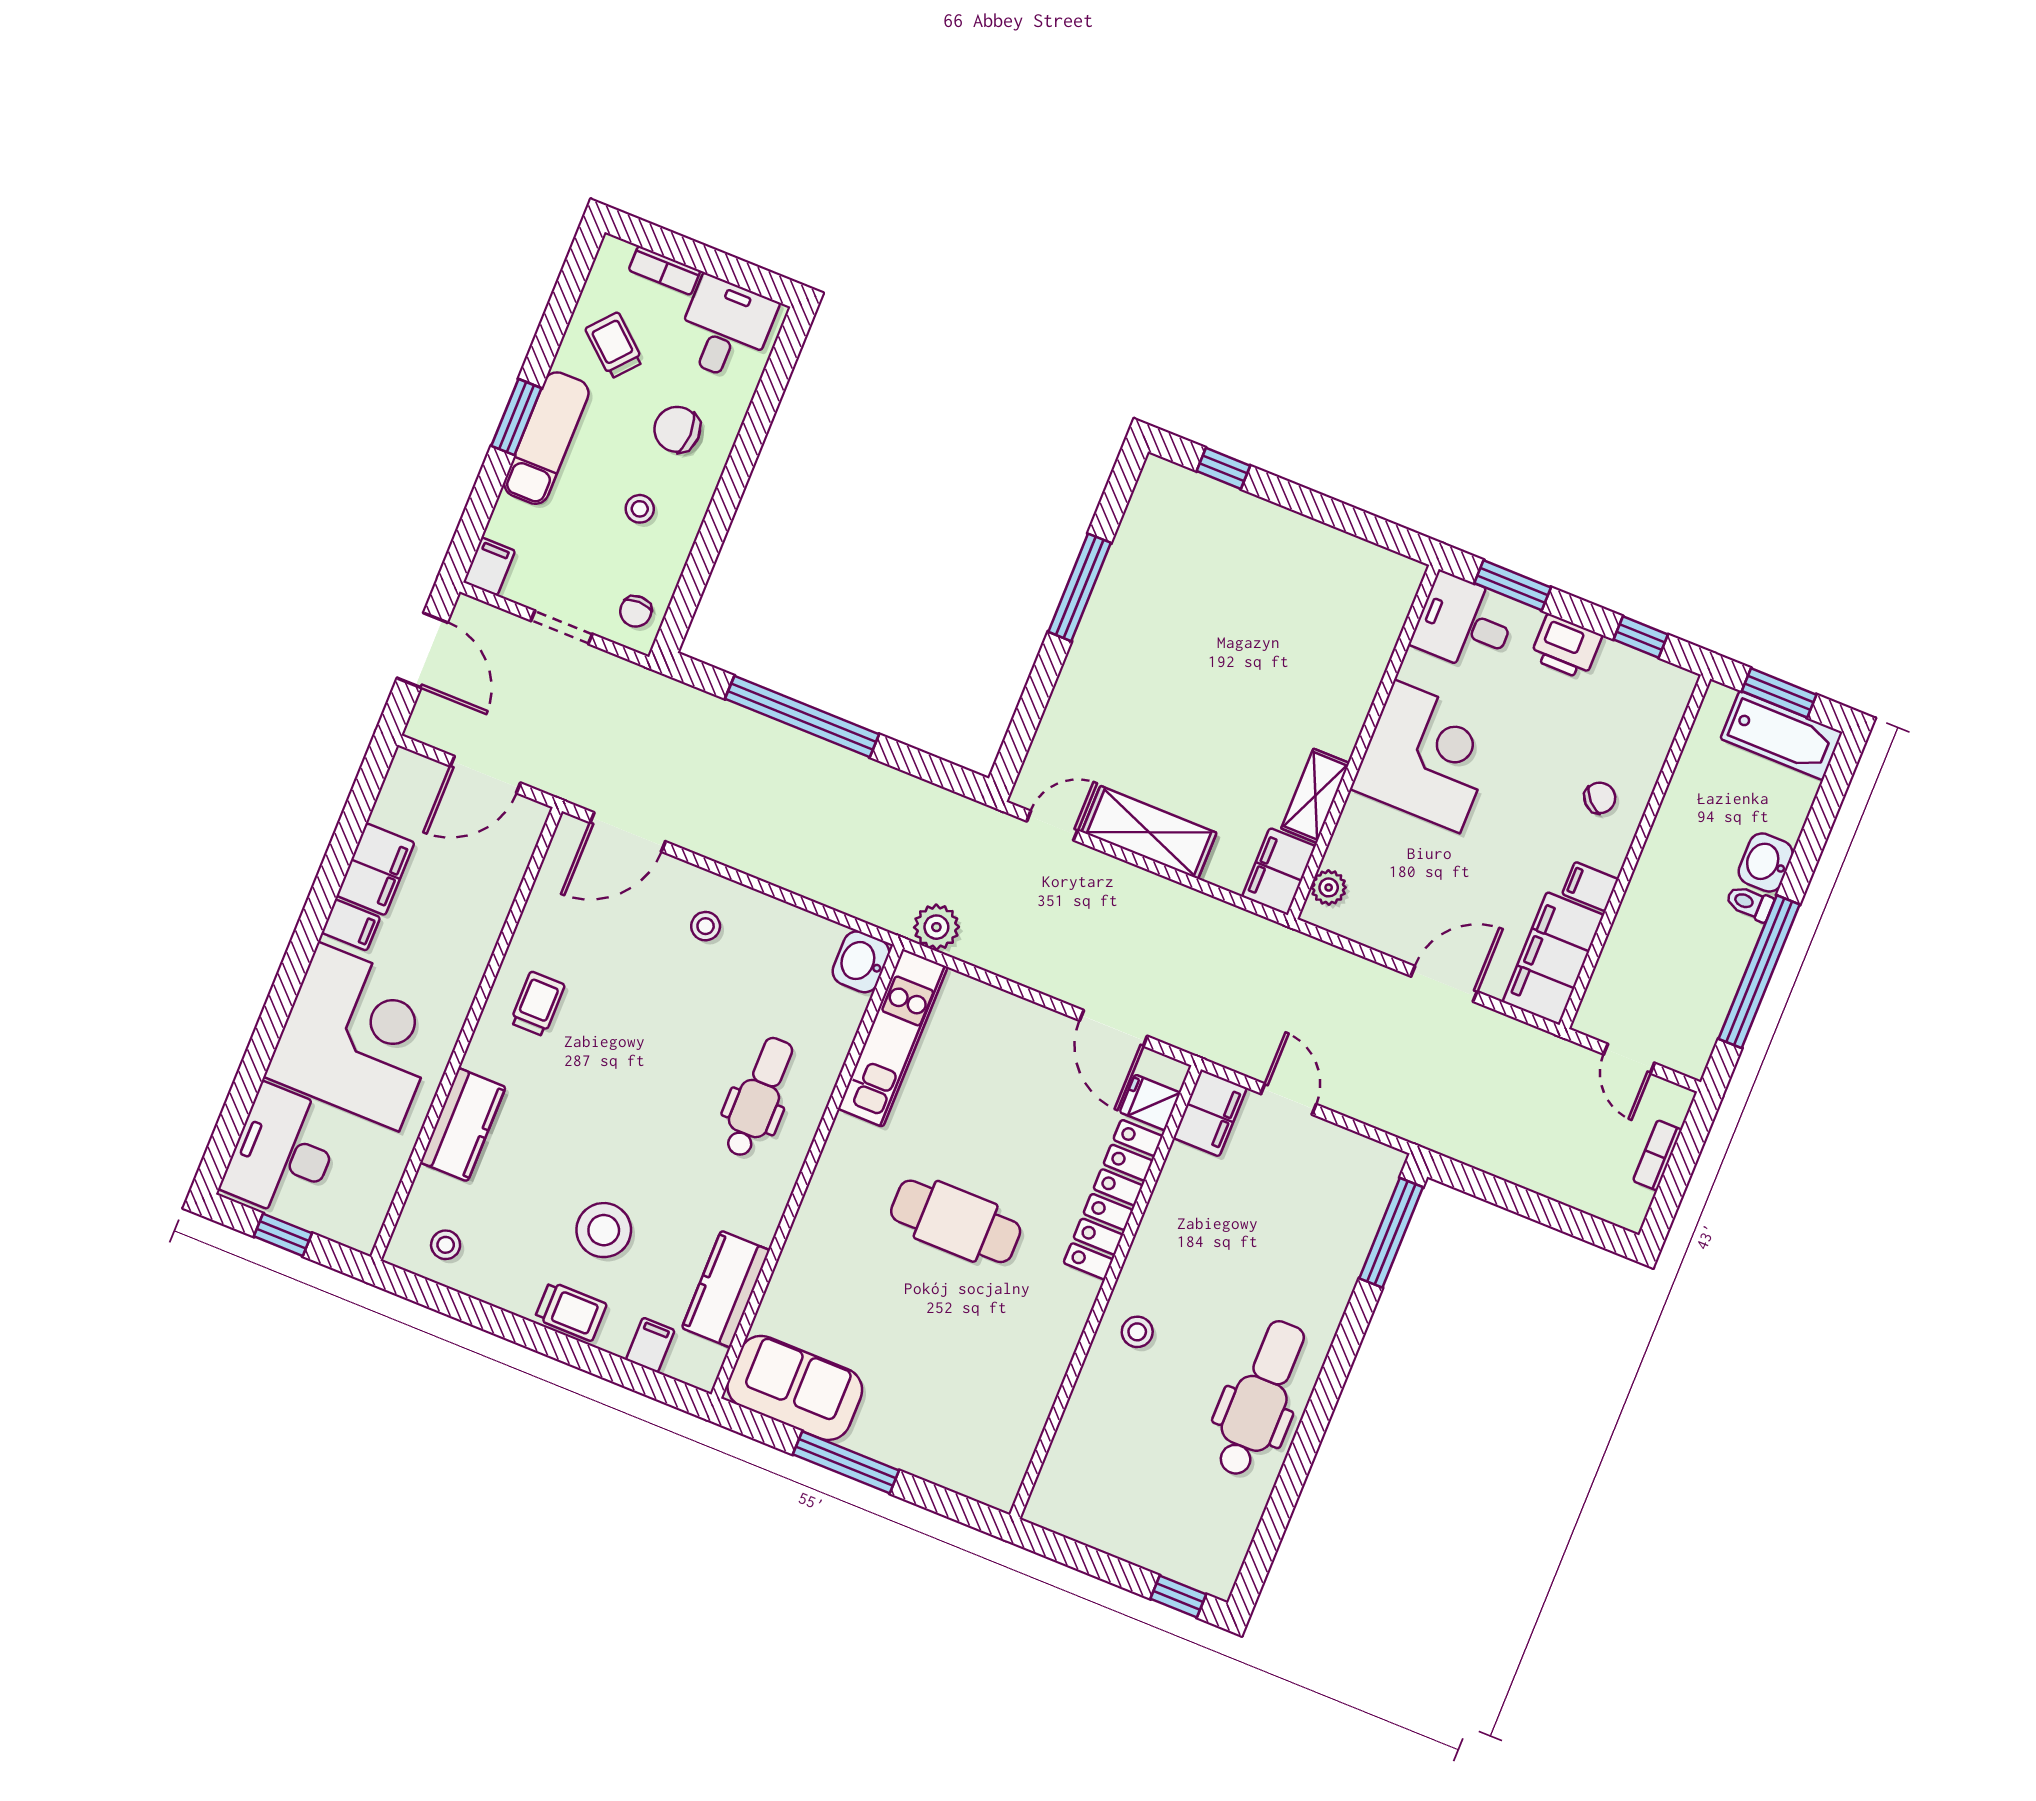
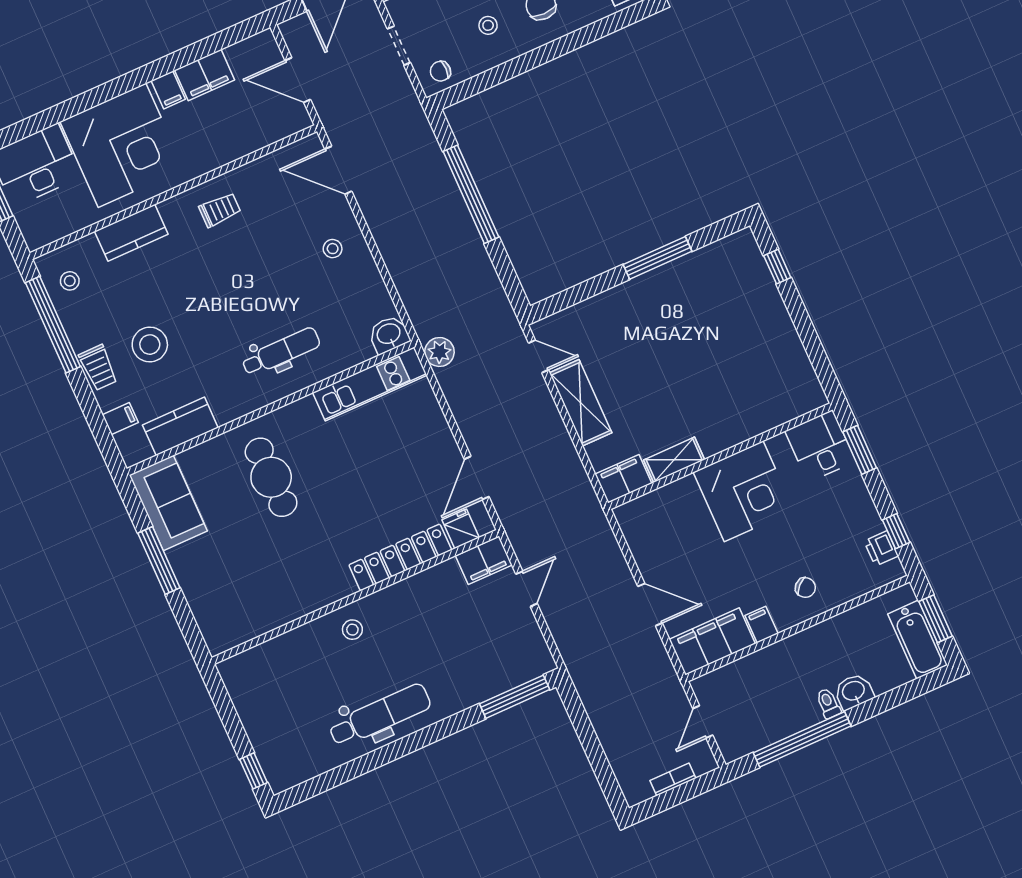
printer: (1566, 647) -> (881, 549), moved, width x0.73, depth x0.81
plant: (1329, 887) -> (639, 508), removed
cafe table: (956, 1221) -> (271, 477), moved
window: (474, 1312) -> (53, 325), added

